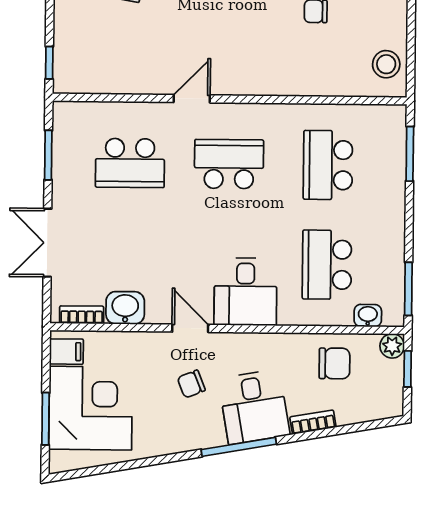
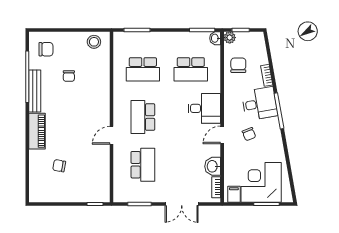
door: (192, 99) -> (112, 135), hinge flipped
washbasin: (368, 316) -> (215, 38), moved

